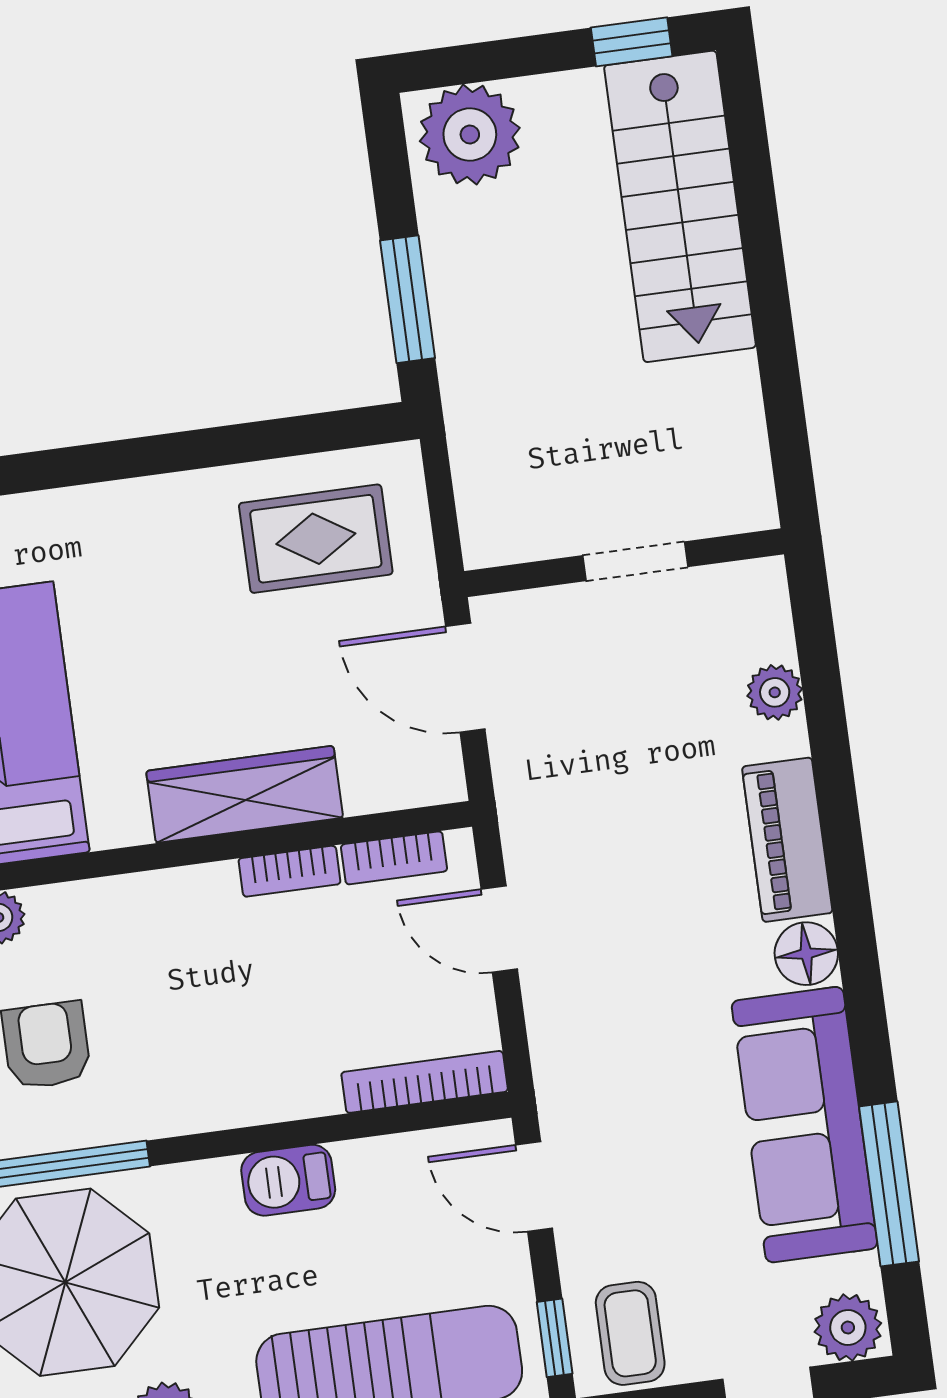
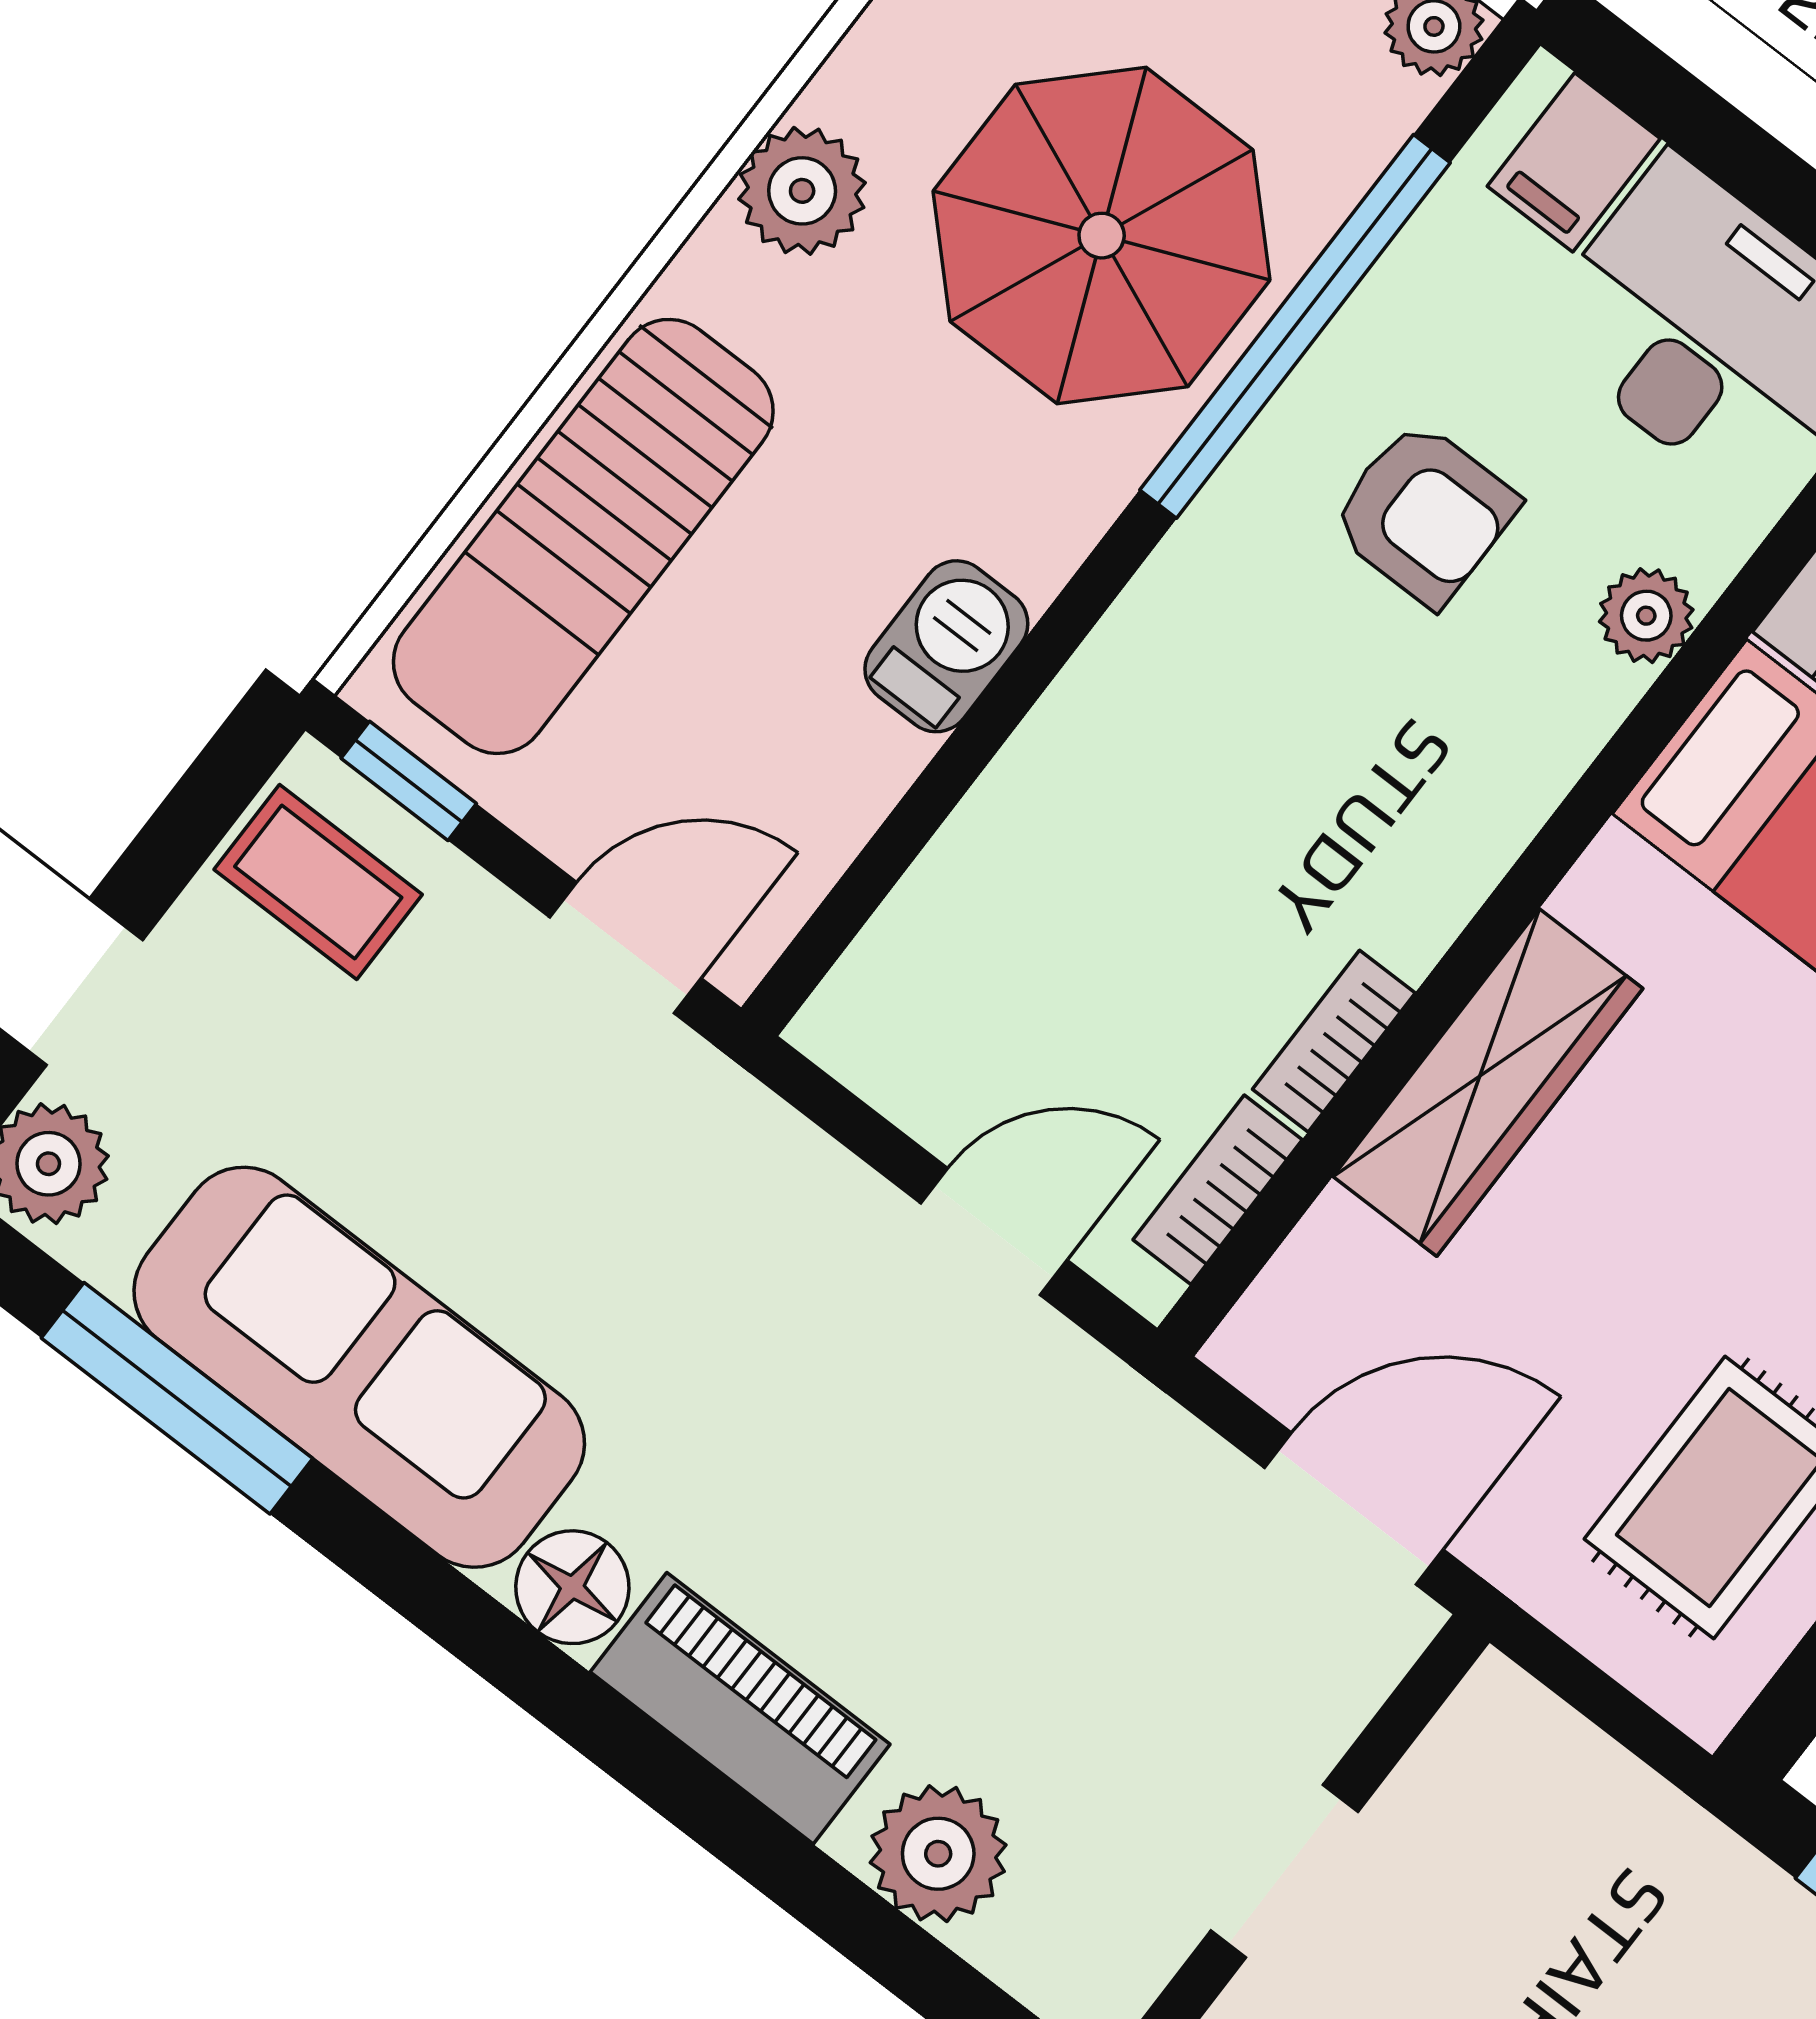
plant: (775, 692) -> (938, 1854), width x1.38, depth x1.38
bookcase: (425, 1082) -> (897, 943), removed

